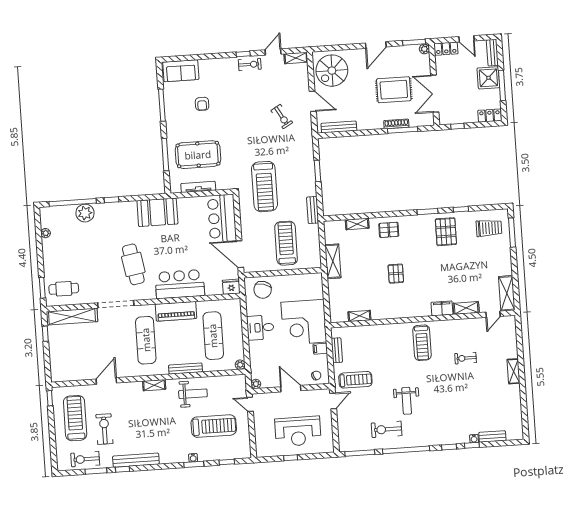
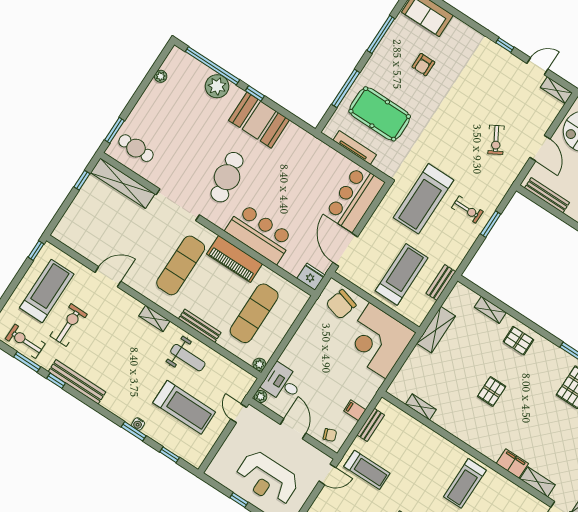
exercise bike: (250, 64) -> (467, 210), moved
bench: (313, 210) -> (441, 283), moved
booth: (157, 212) -> (259, 120), moved
corner desk: (304, 322) -> (378, 341), moved
desk: (260, 328) -> (282, 383), moved

